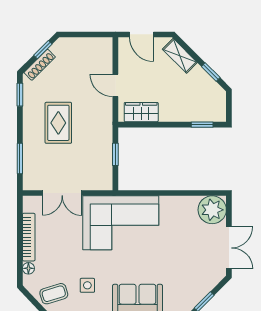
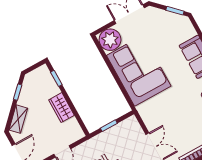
wardrobe: (141, 112) -> (61, 108), moved
corner sofa: (121, 223) -> (139, 71), moved

